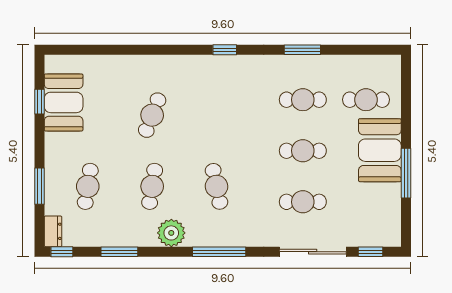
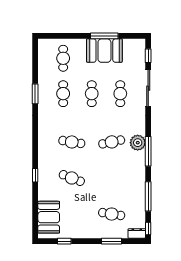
window: (225, 50) -> (35, 175), moved
booth: (64, 102) -> (49, 217), moved, turned 90
booth: (380, 150) -> (104, 51), moved
cafe table: (152, 186) -> (72, 142), moved
plant: (171, 233) -> (138, 143), moved
window: (119, 252) -> (148, 196), width x1.44
window: (219, 252) -> (148, 151), moved

